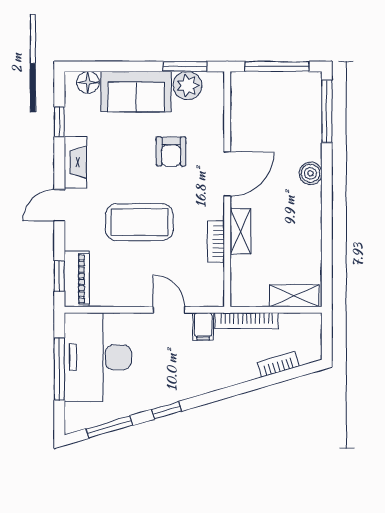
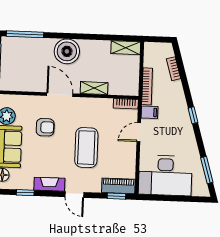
boiler: (310, 173) -> (67, 51), width x1.86, depth x1.86
bookcase: (216, 242) -> (126, 104), moved
shelving: (294, 296) -> (126, 48), moved, turned 90
window: (59, 369) -> (171, 198), removed
window: (167, 410) -> (193, 115), moved

